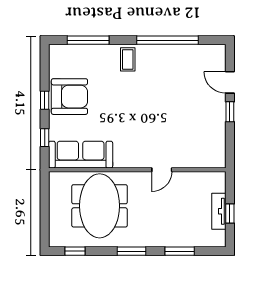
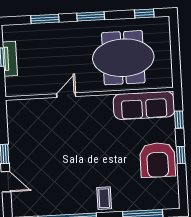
armchair: (69, 97) -> (158, 160), turned -90
meeting table: (100, 206) -> (123, 58), turned 90

